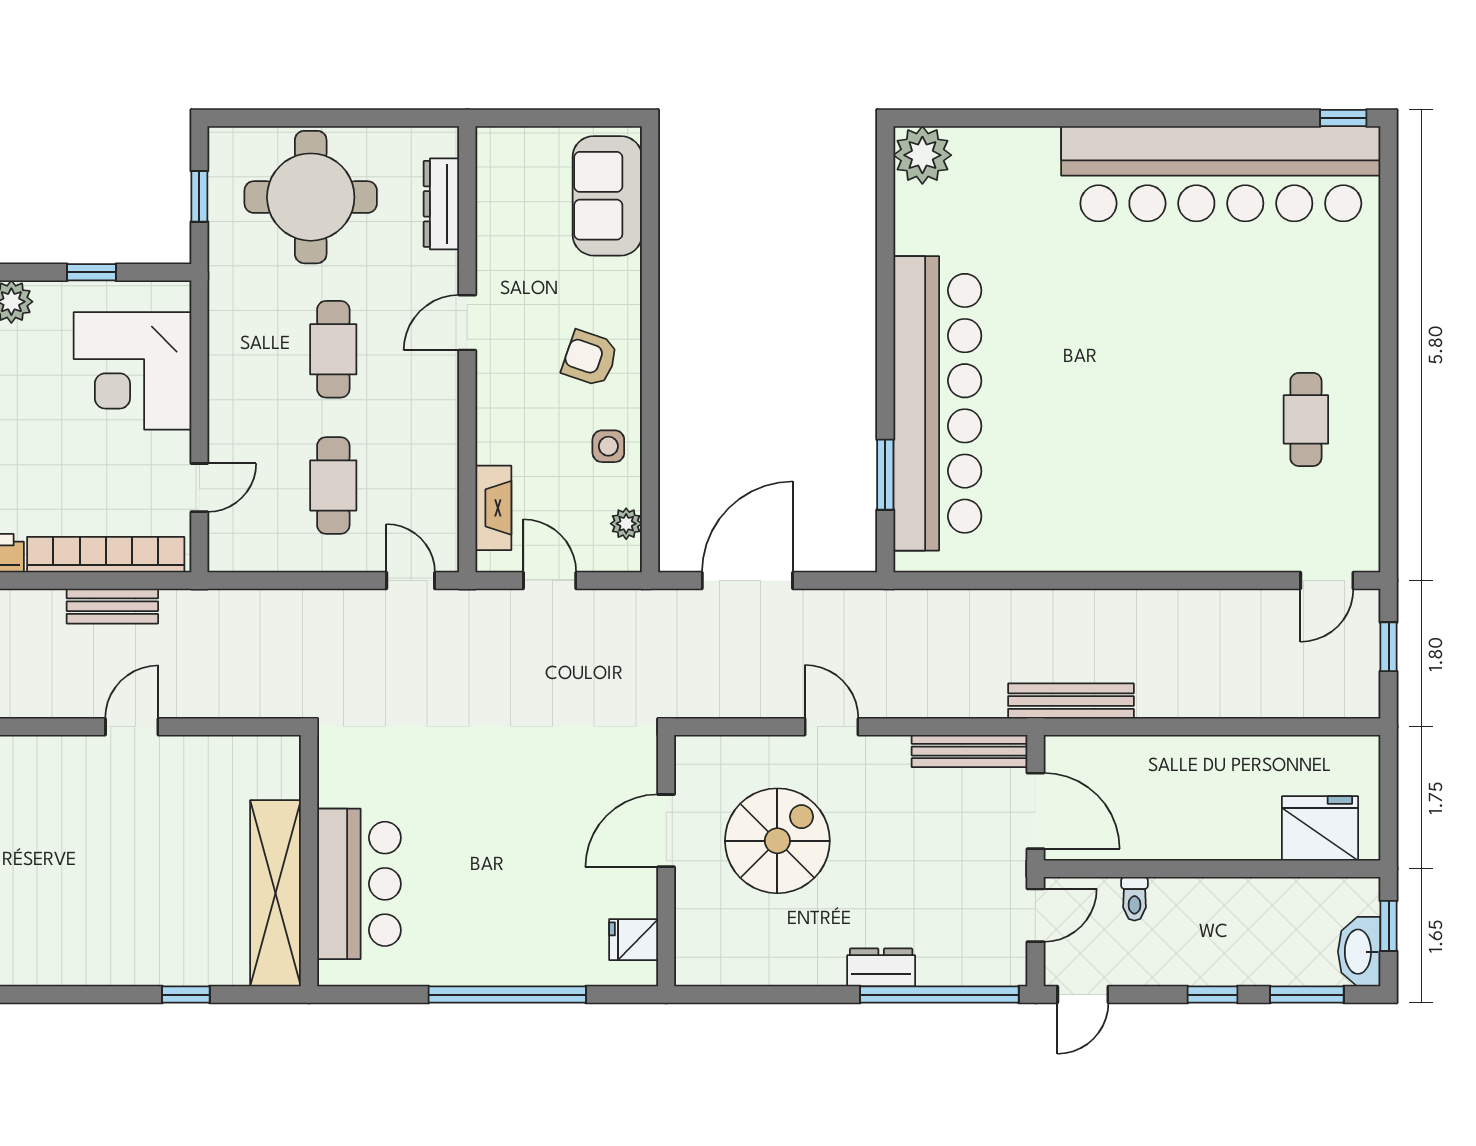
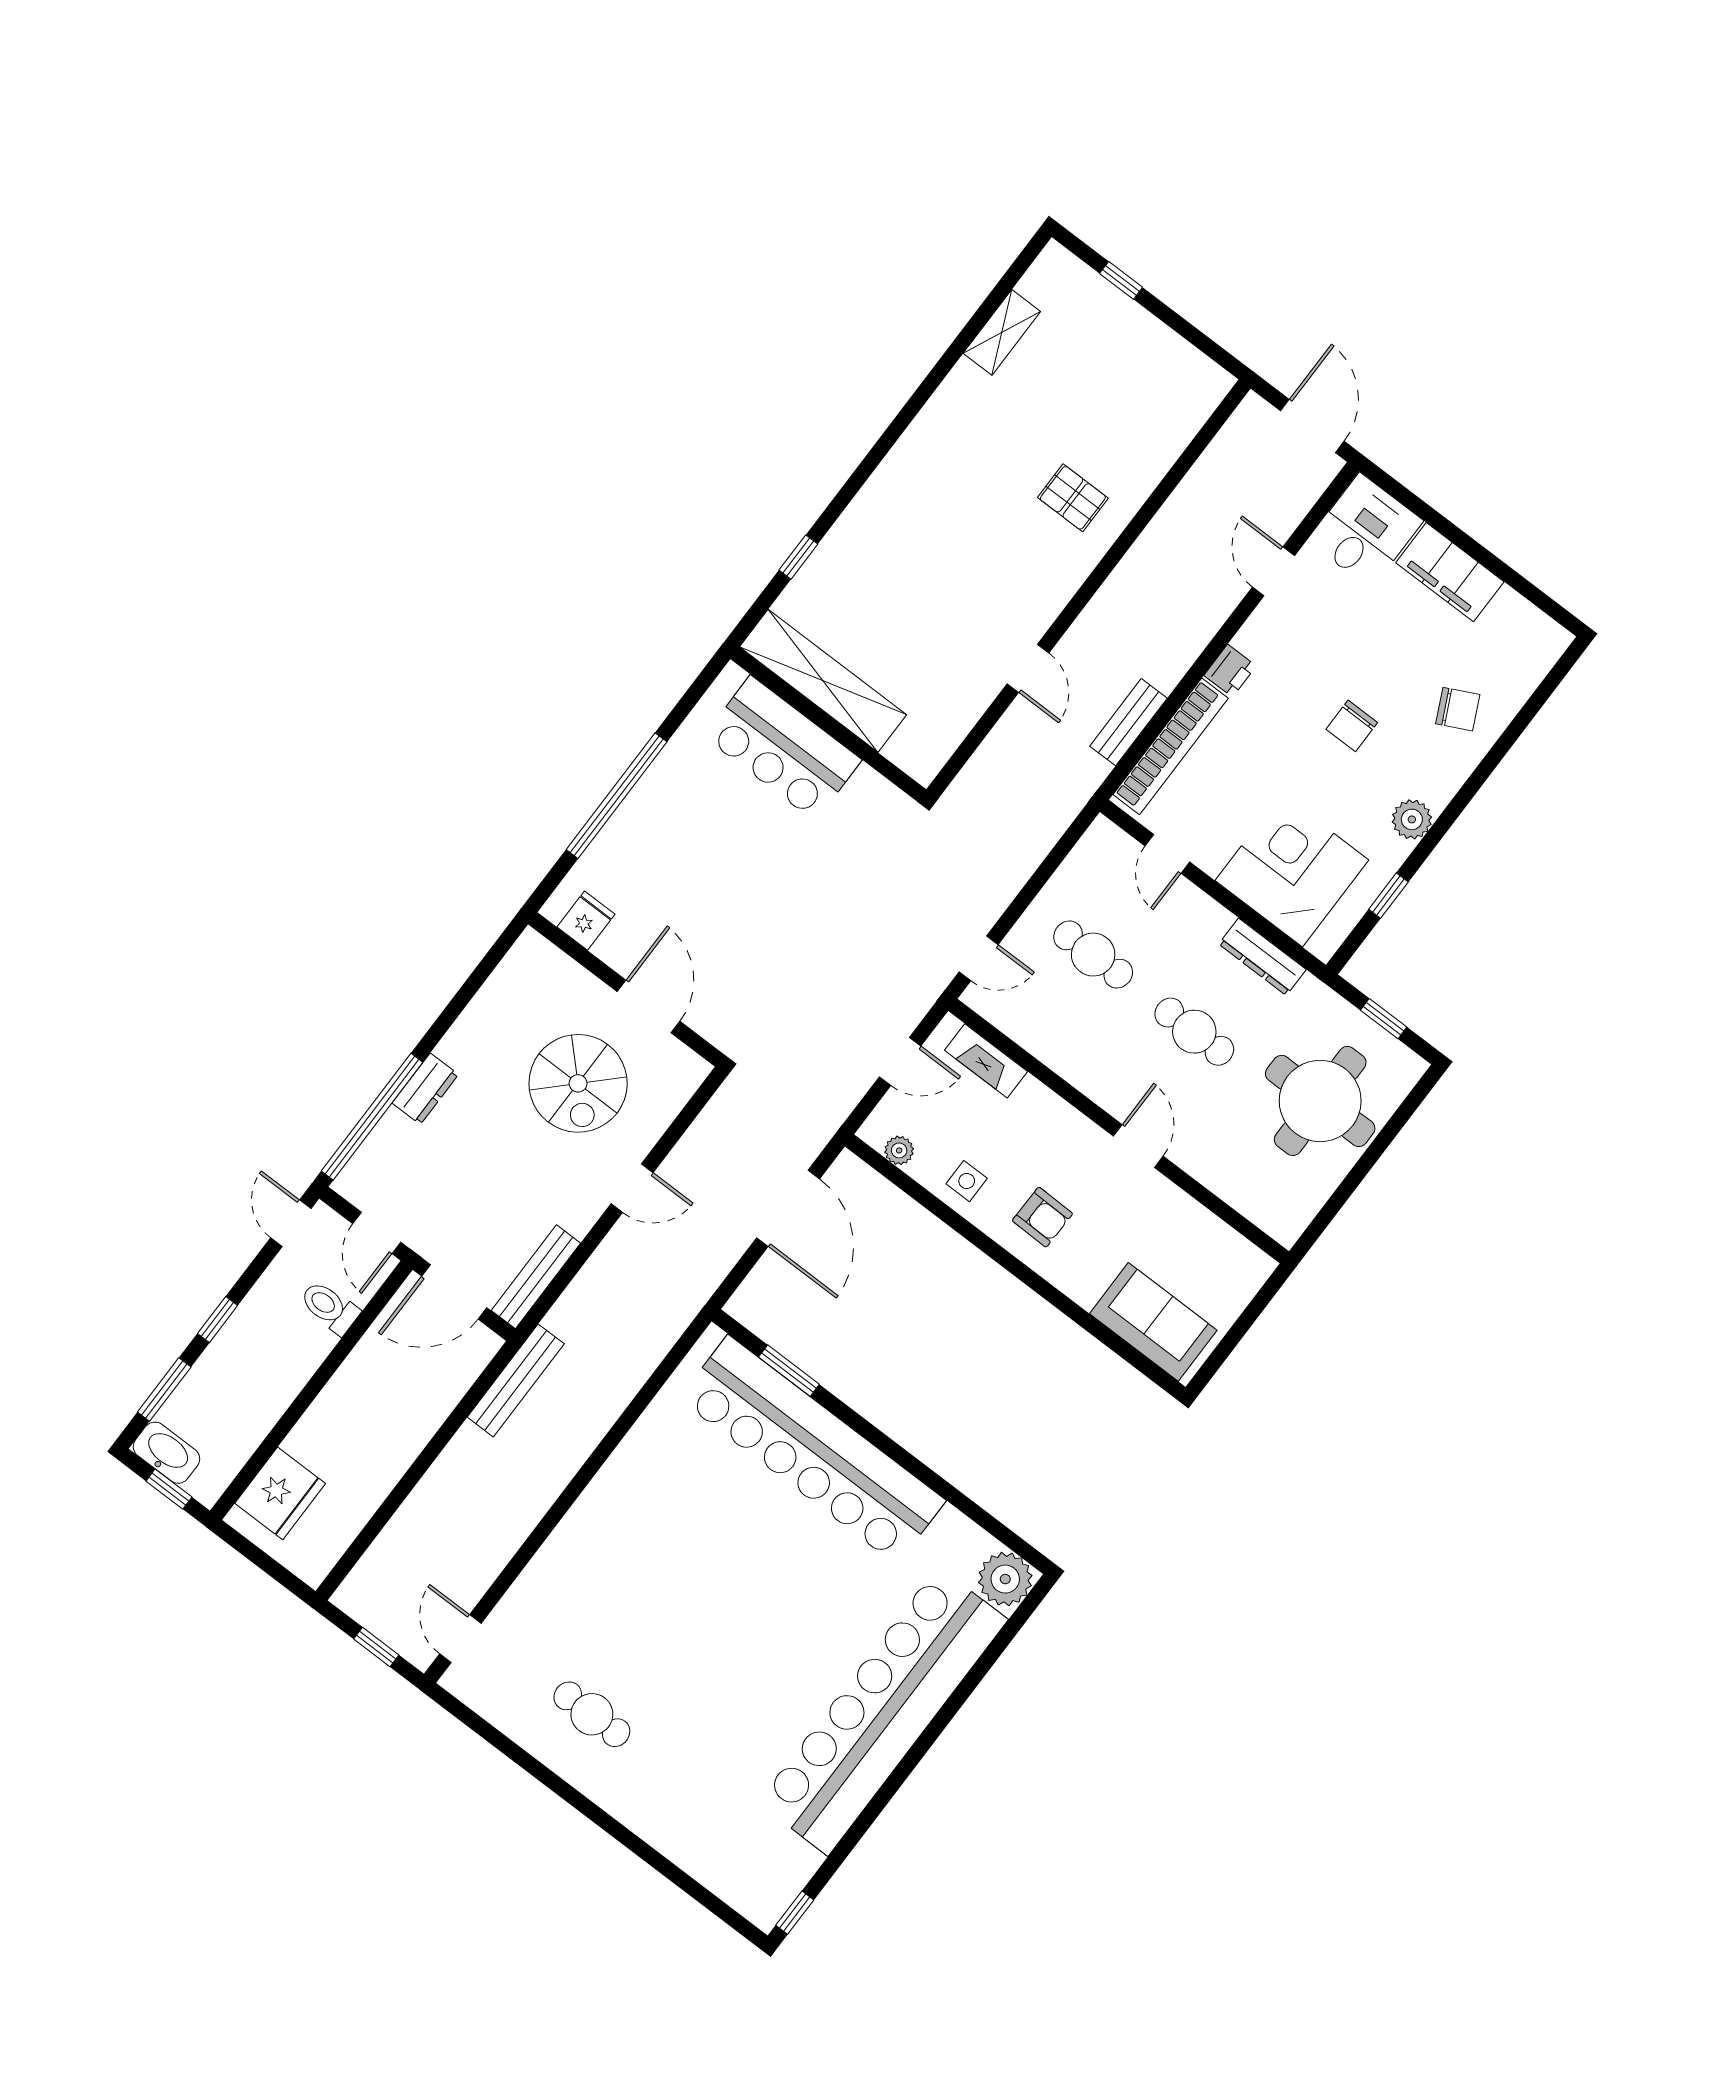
bar counter: (1221, 174) -> (883, 1711), moved
dresser: (441, 204) -> (1262, 957), moved, turned 180
armchair: (590, 358) -> (1042, 1217), turned 72
toilet: (1134, 899) -> (329, 1307), width x1.37, depth x1.39

